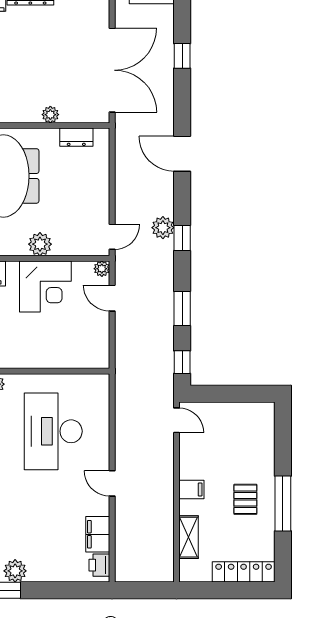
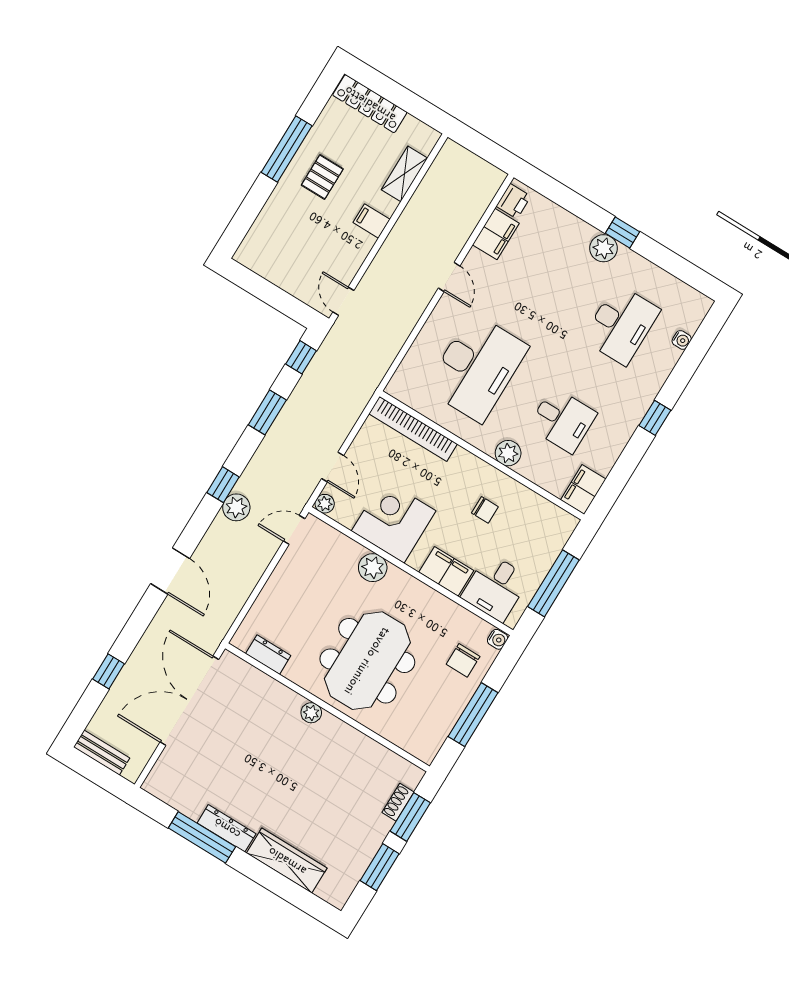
plant: (50, 115) -> (311, 713), moved
bookcase: (72, 360) -> (413, 429), added

